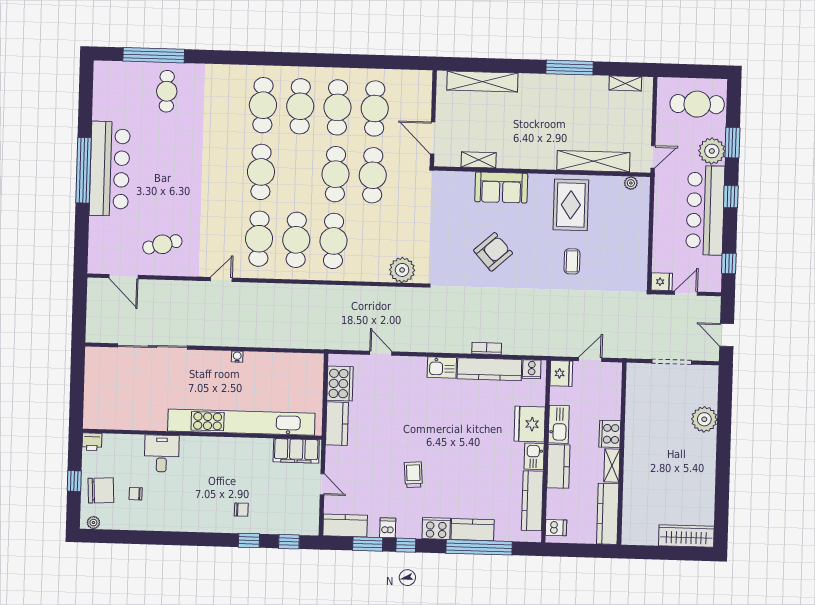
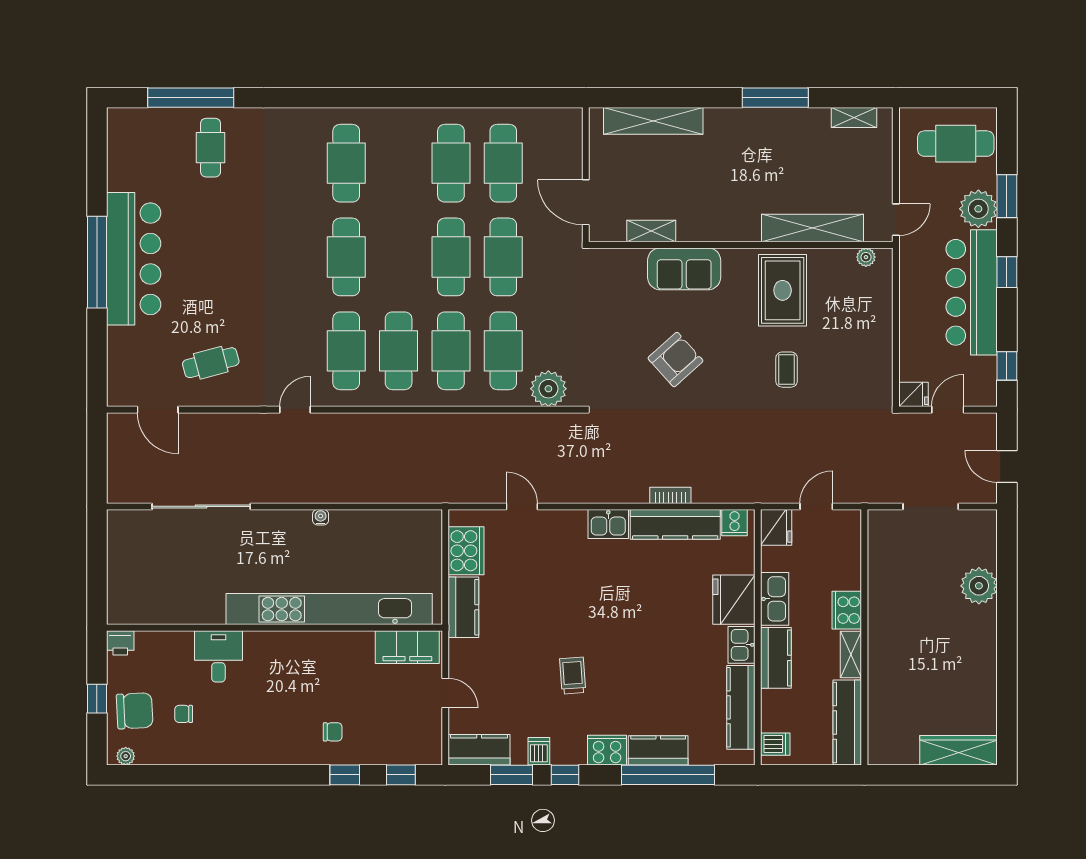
cafe table: (300, 106) -> (503, 351), moved

